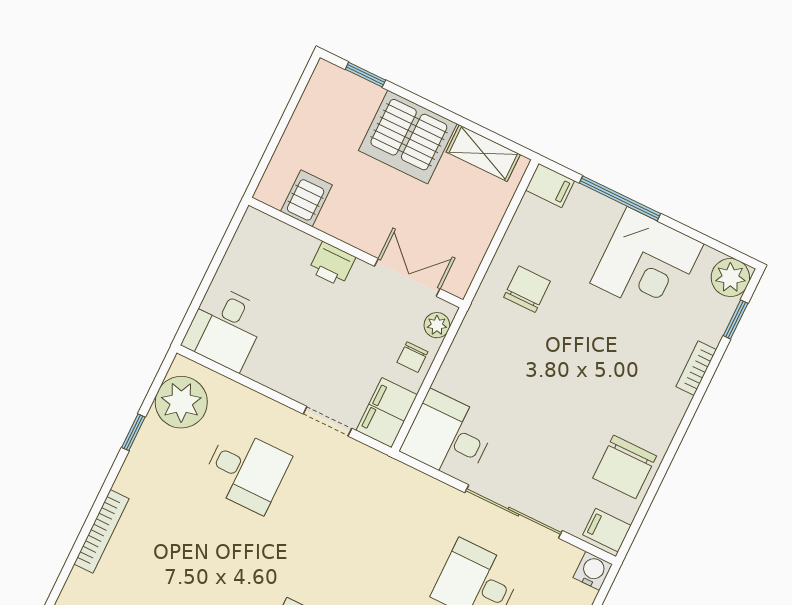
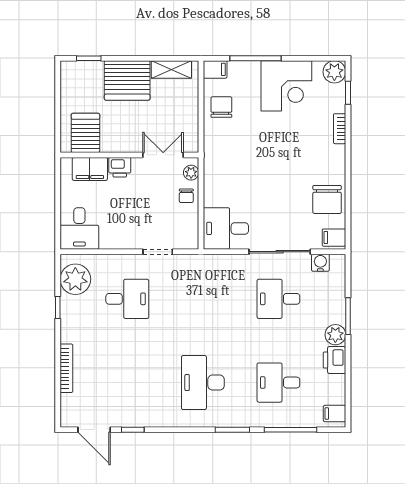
server rack: (306, 198) -> (85, 133), width x1.36, depth x1.44
chair: (527, 289) -> (221, 107), moved
filing cabinet: (387, 413) -> (90, 169), moved, turned -90
water cooler: (593, 571) -> (320, 263), moved

